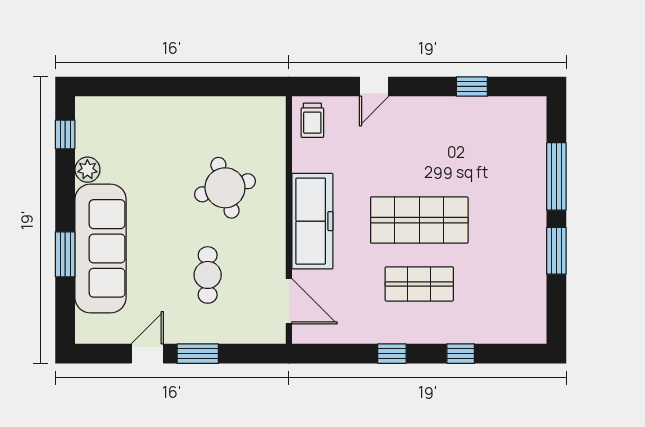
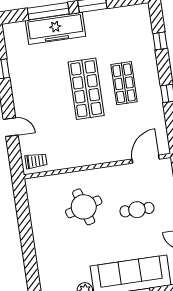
freezer: (312, 221) -> (55, 28), moved, turned 180
window: (461, 354) -> (160, 41), moved

